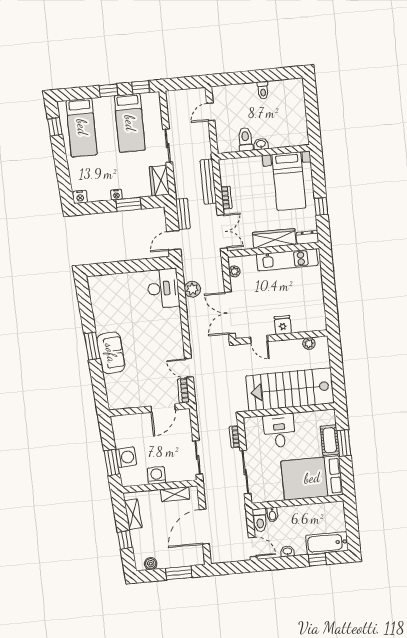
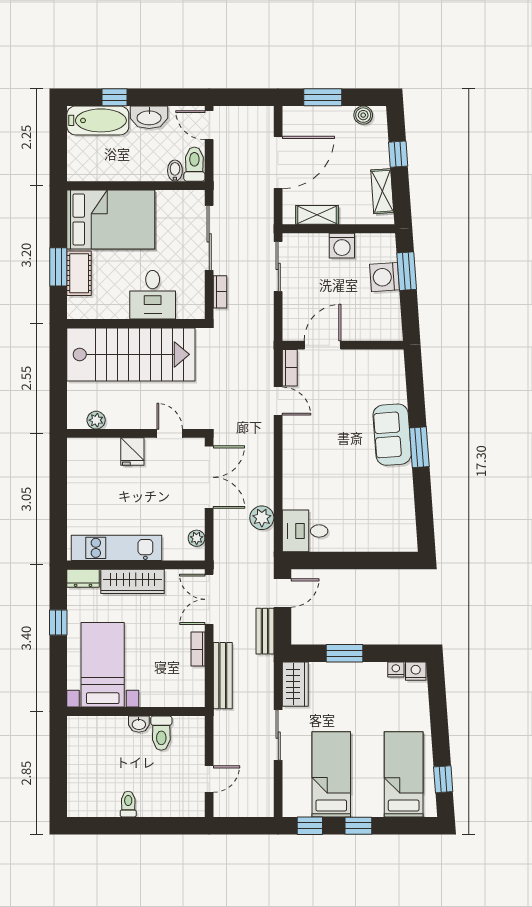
nightstand: (116, 195) -> (396, 669), moved
desk: (163, 288) -> (305, 531), width x0.73
washbasin: (287, 551) -> (149, 117), width x1.91, depth x1.45

